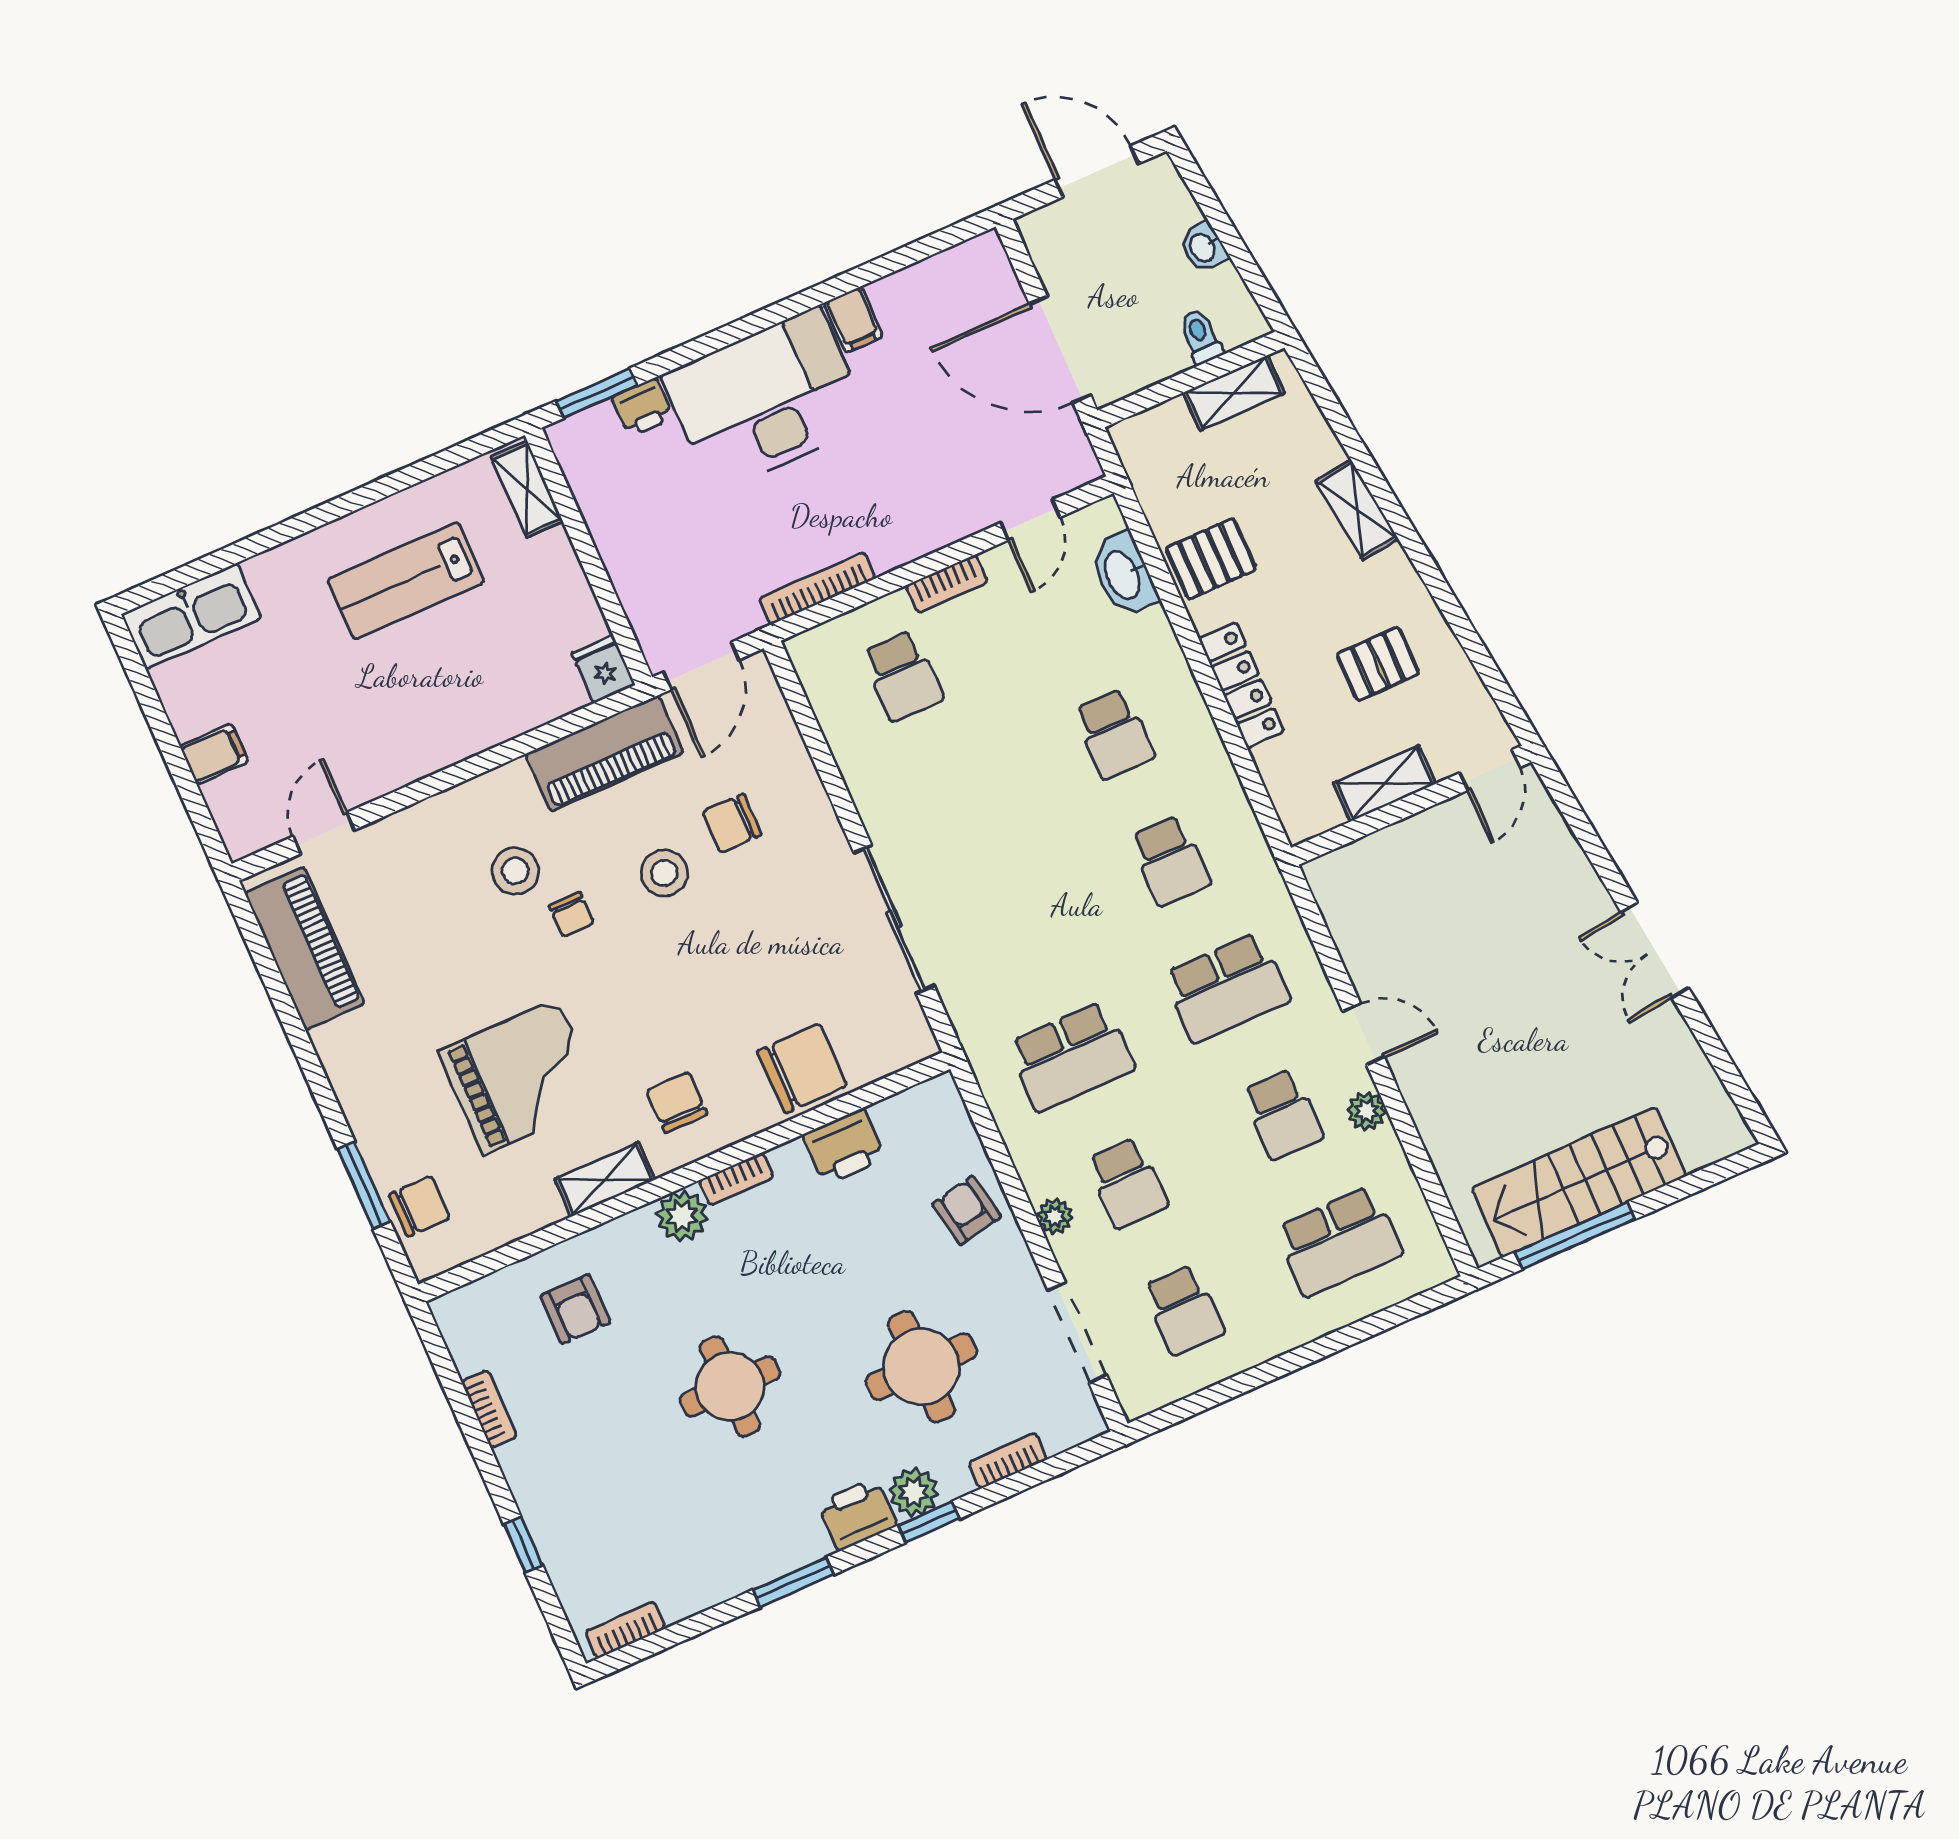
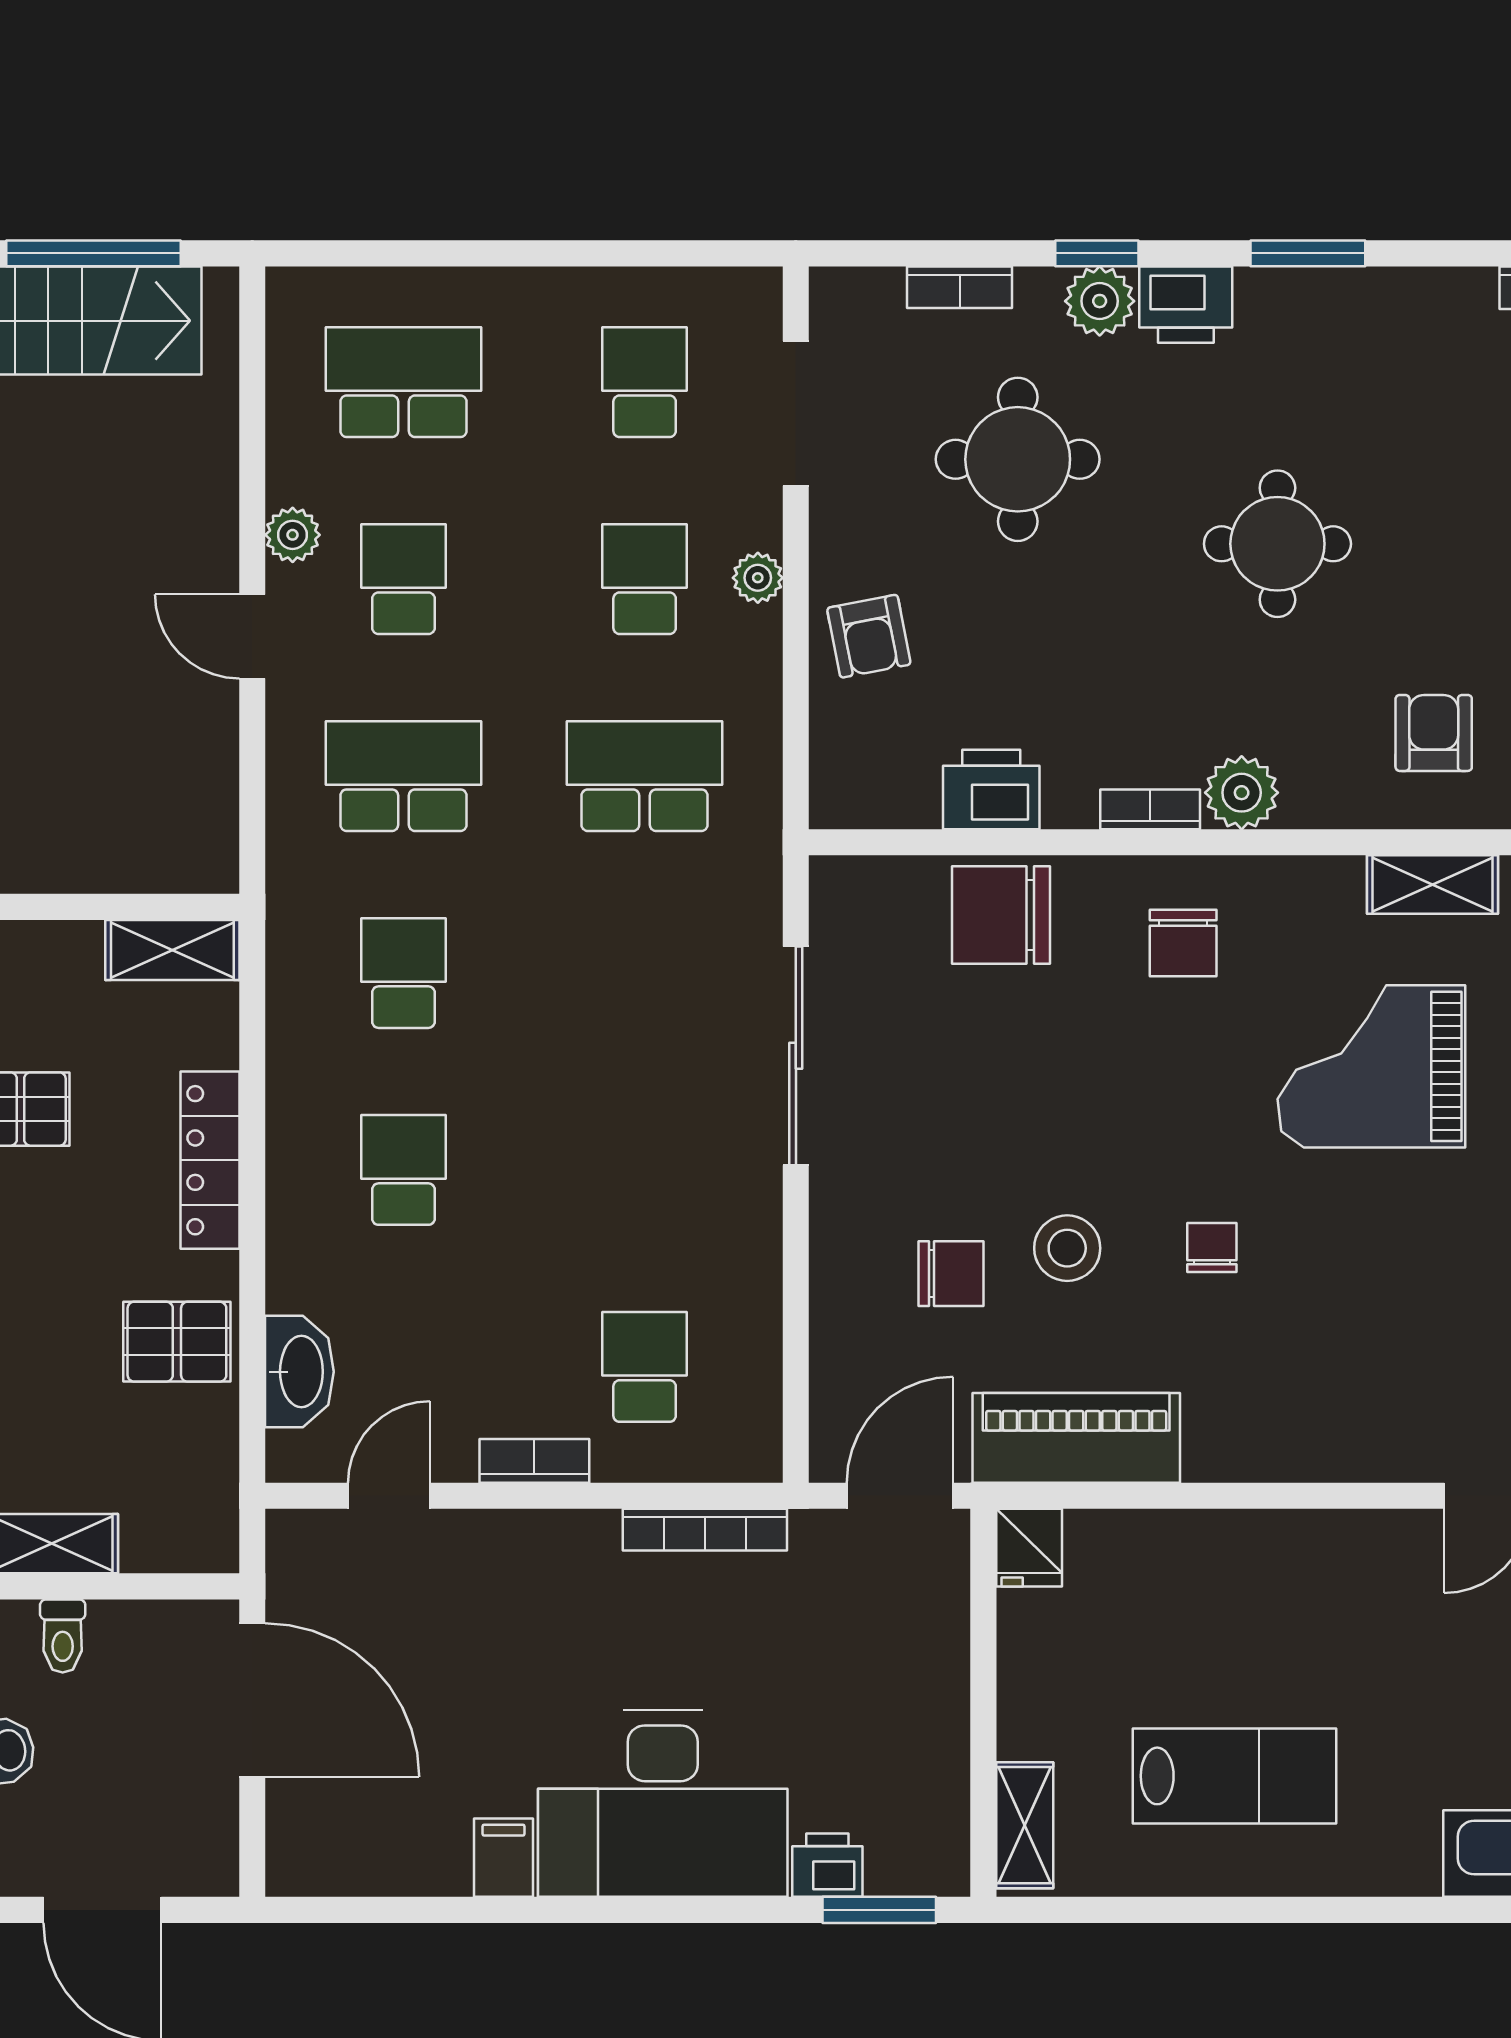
shelving: (1385, 783) -> (172, 950), moved
stool: (515, 871) -> (1260, 1337), removed
shelving: (605, 1179) -> (1432, 885), moved

